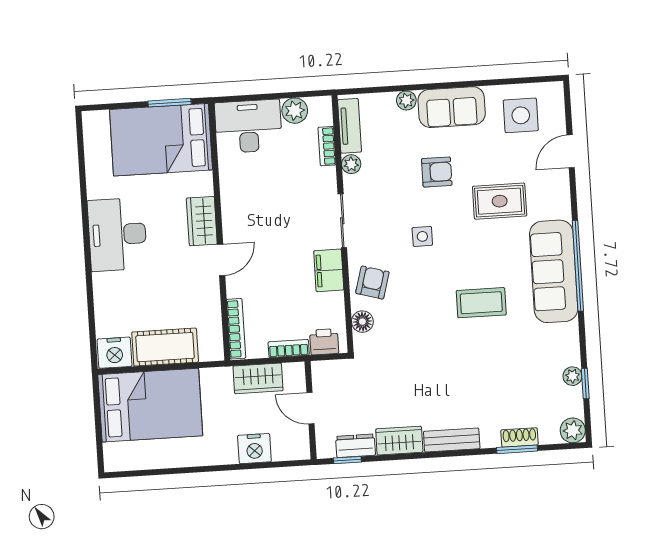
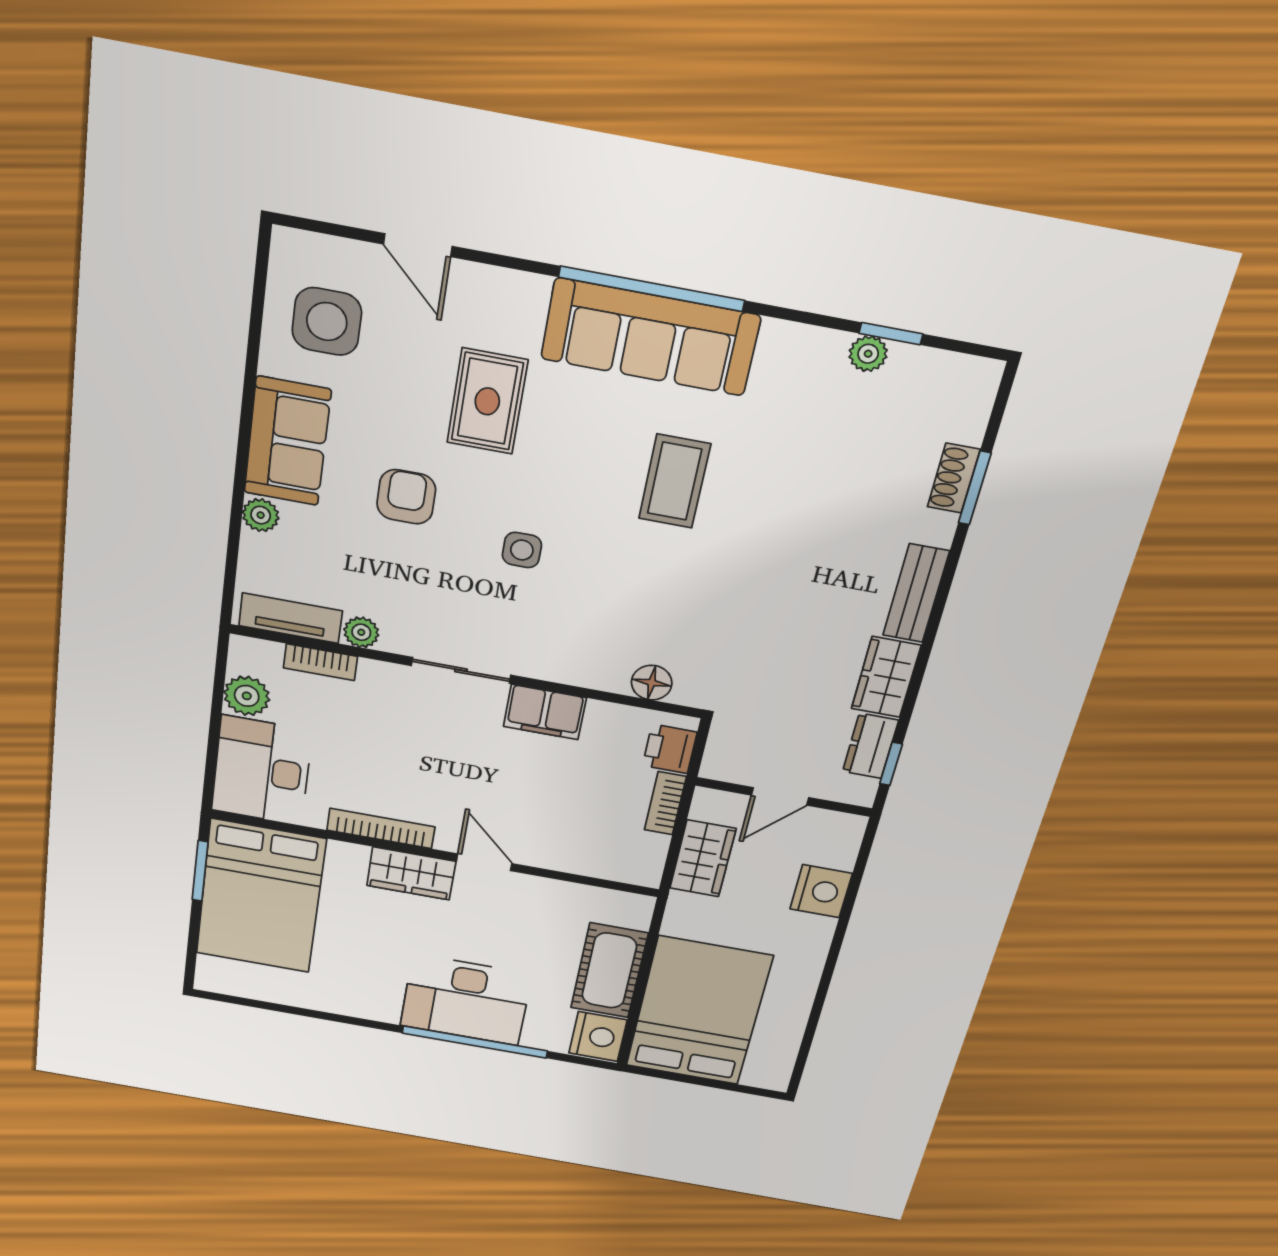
desk: (117, 234) -> (466, 1000), moved
window: (89, 283) -> (475, 1042), added
armchair: (372, 283) -> (585, 650), removed
bookcase: (236, 329) -> (381, 829), moved
plant: (573, 430) -> (975, 380), removed

